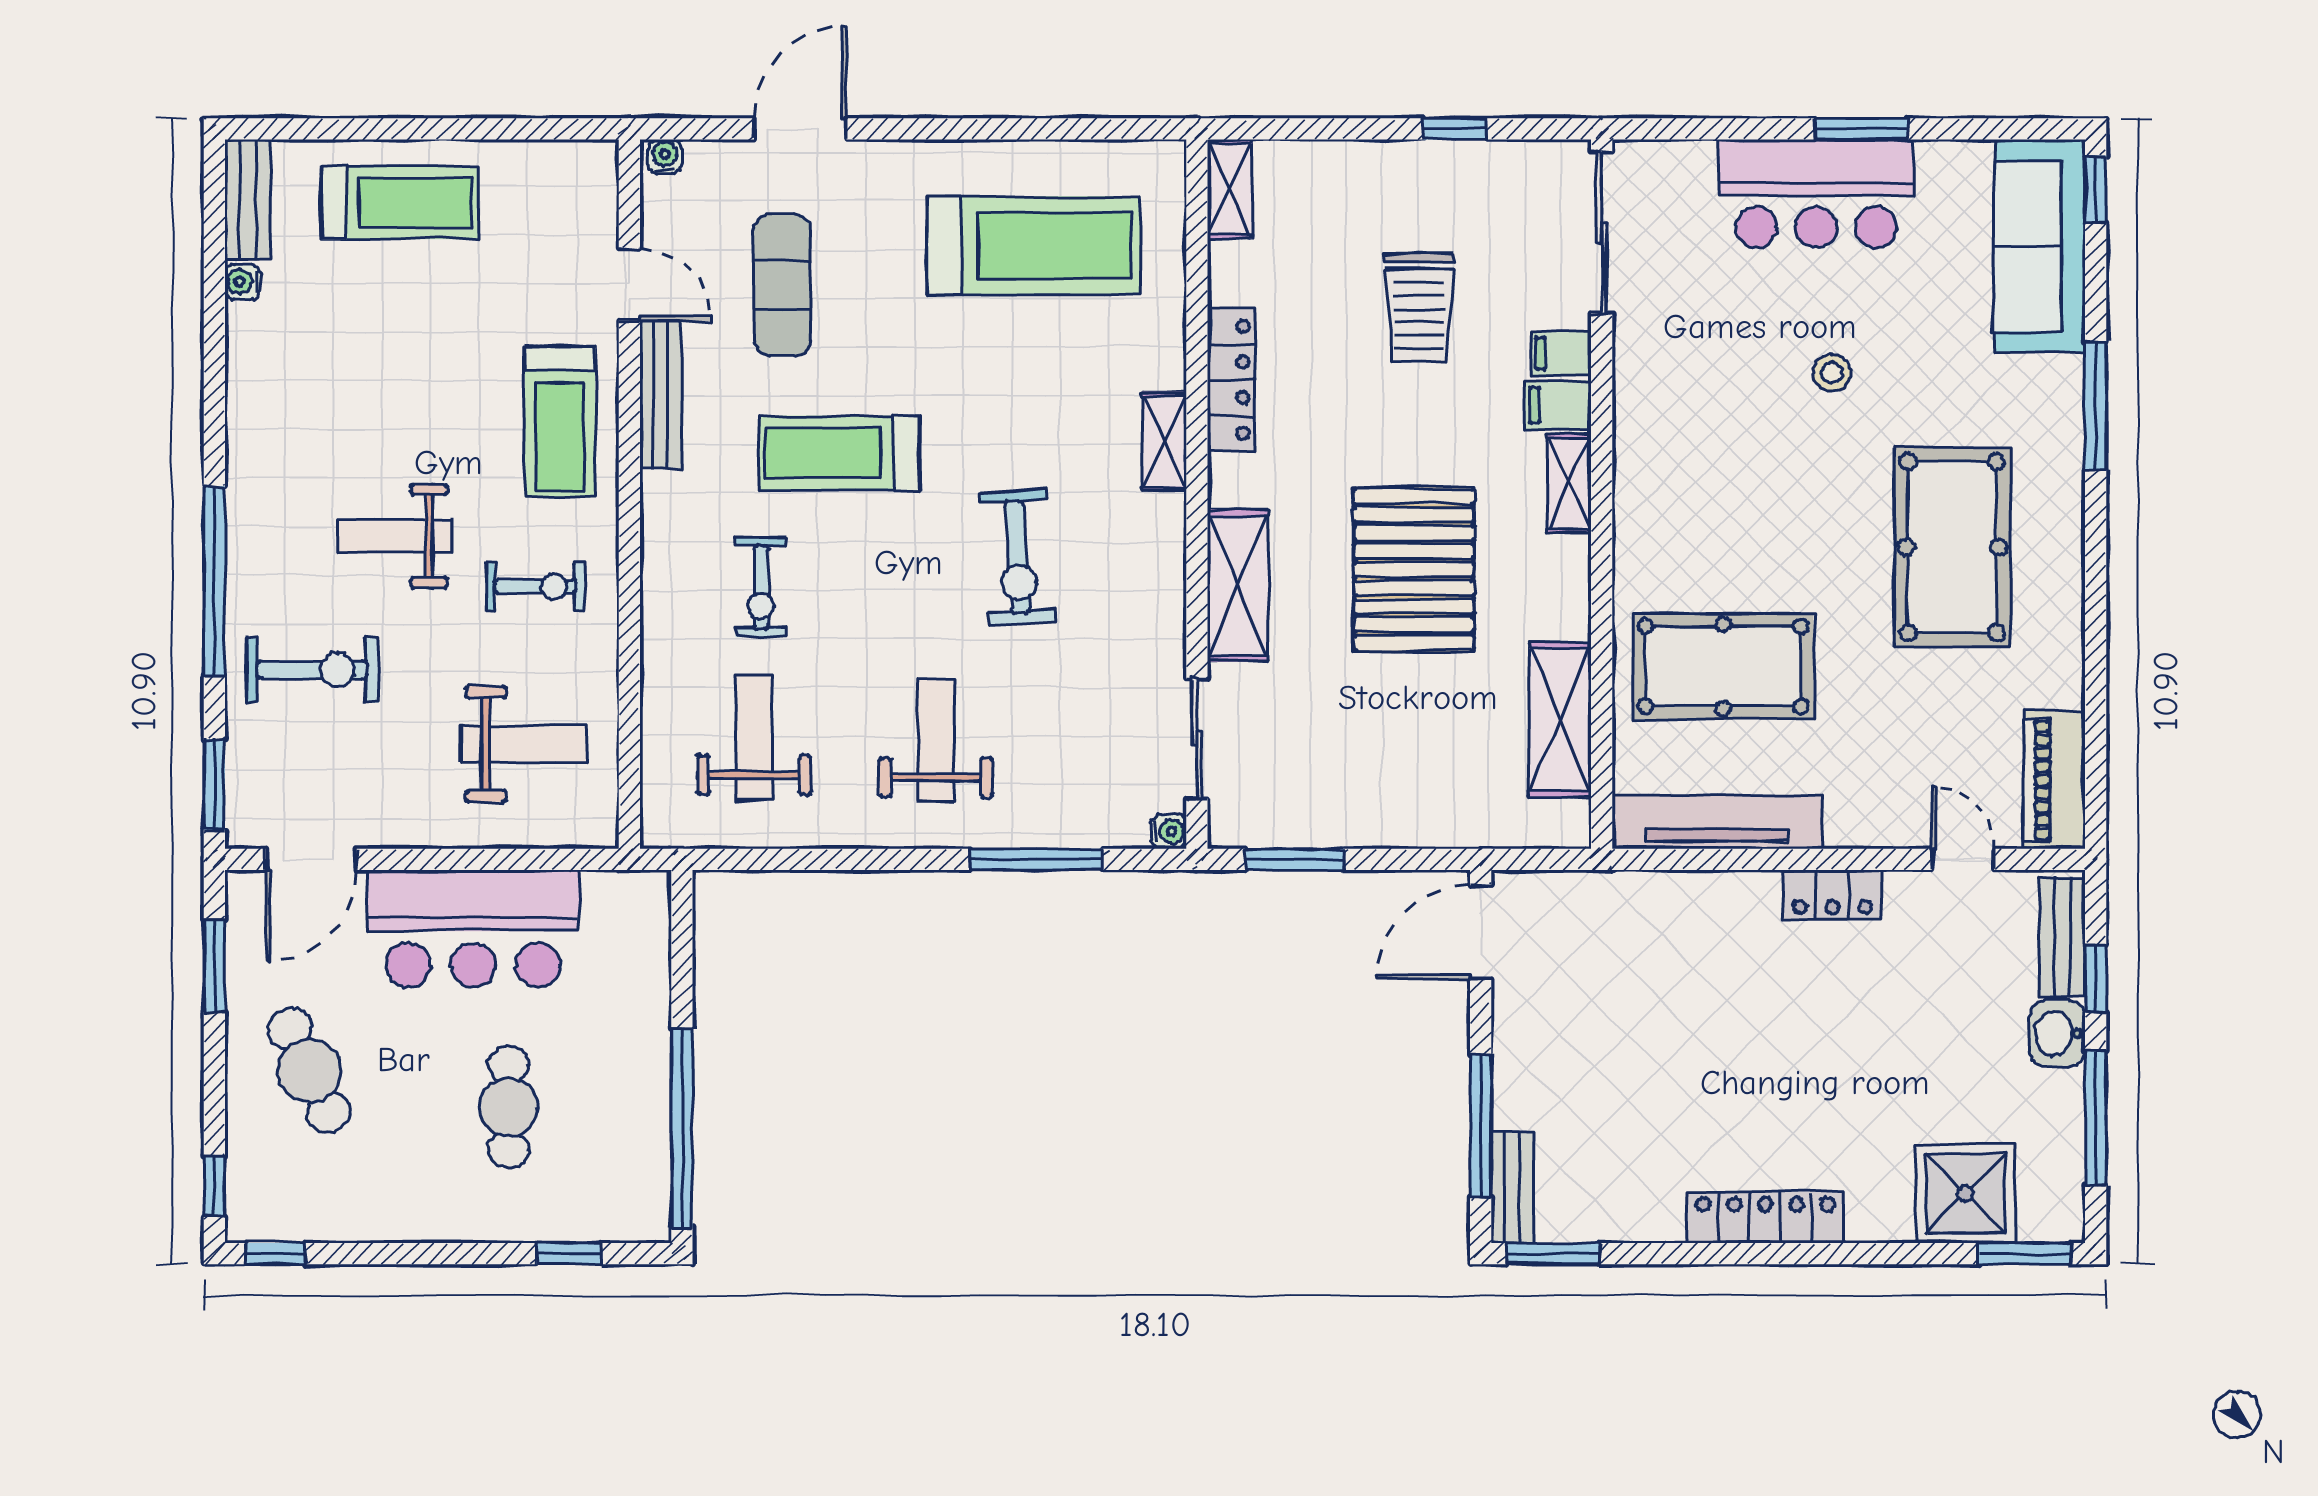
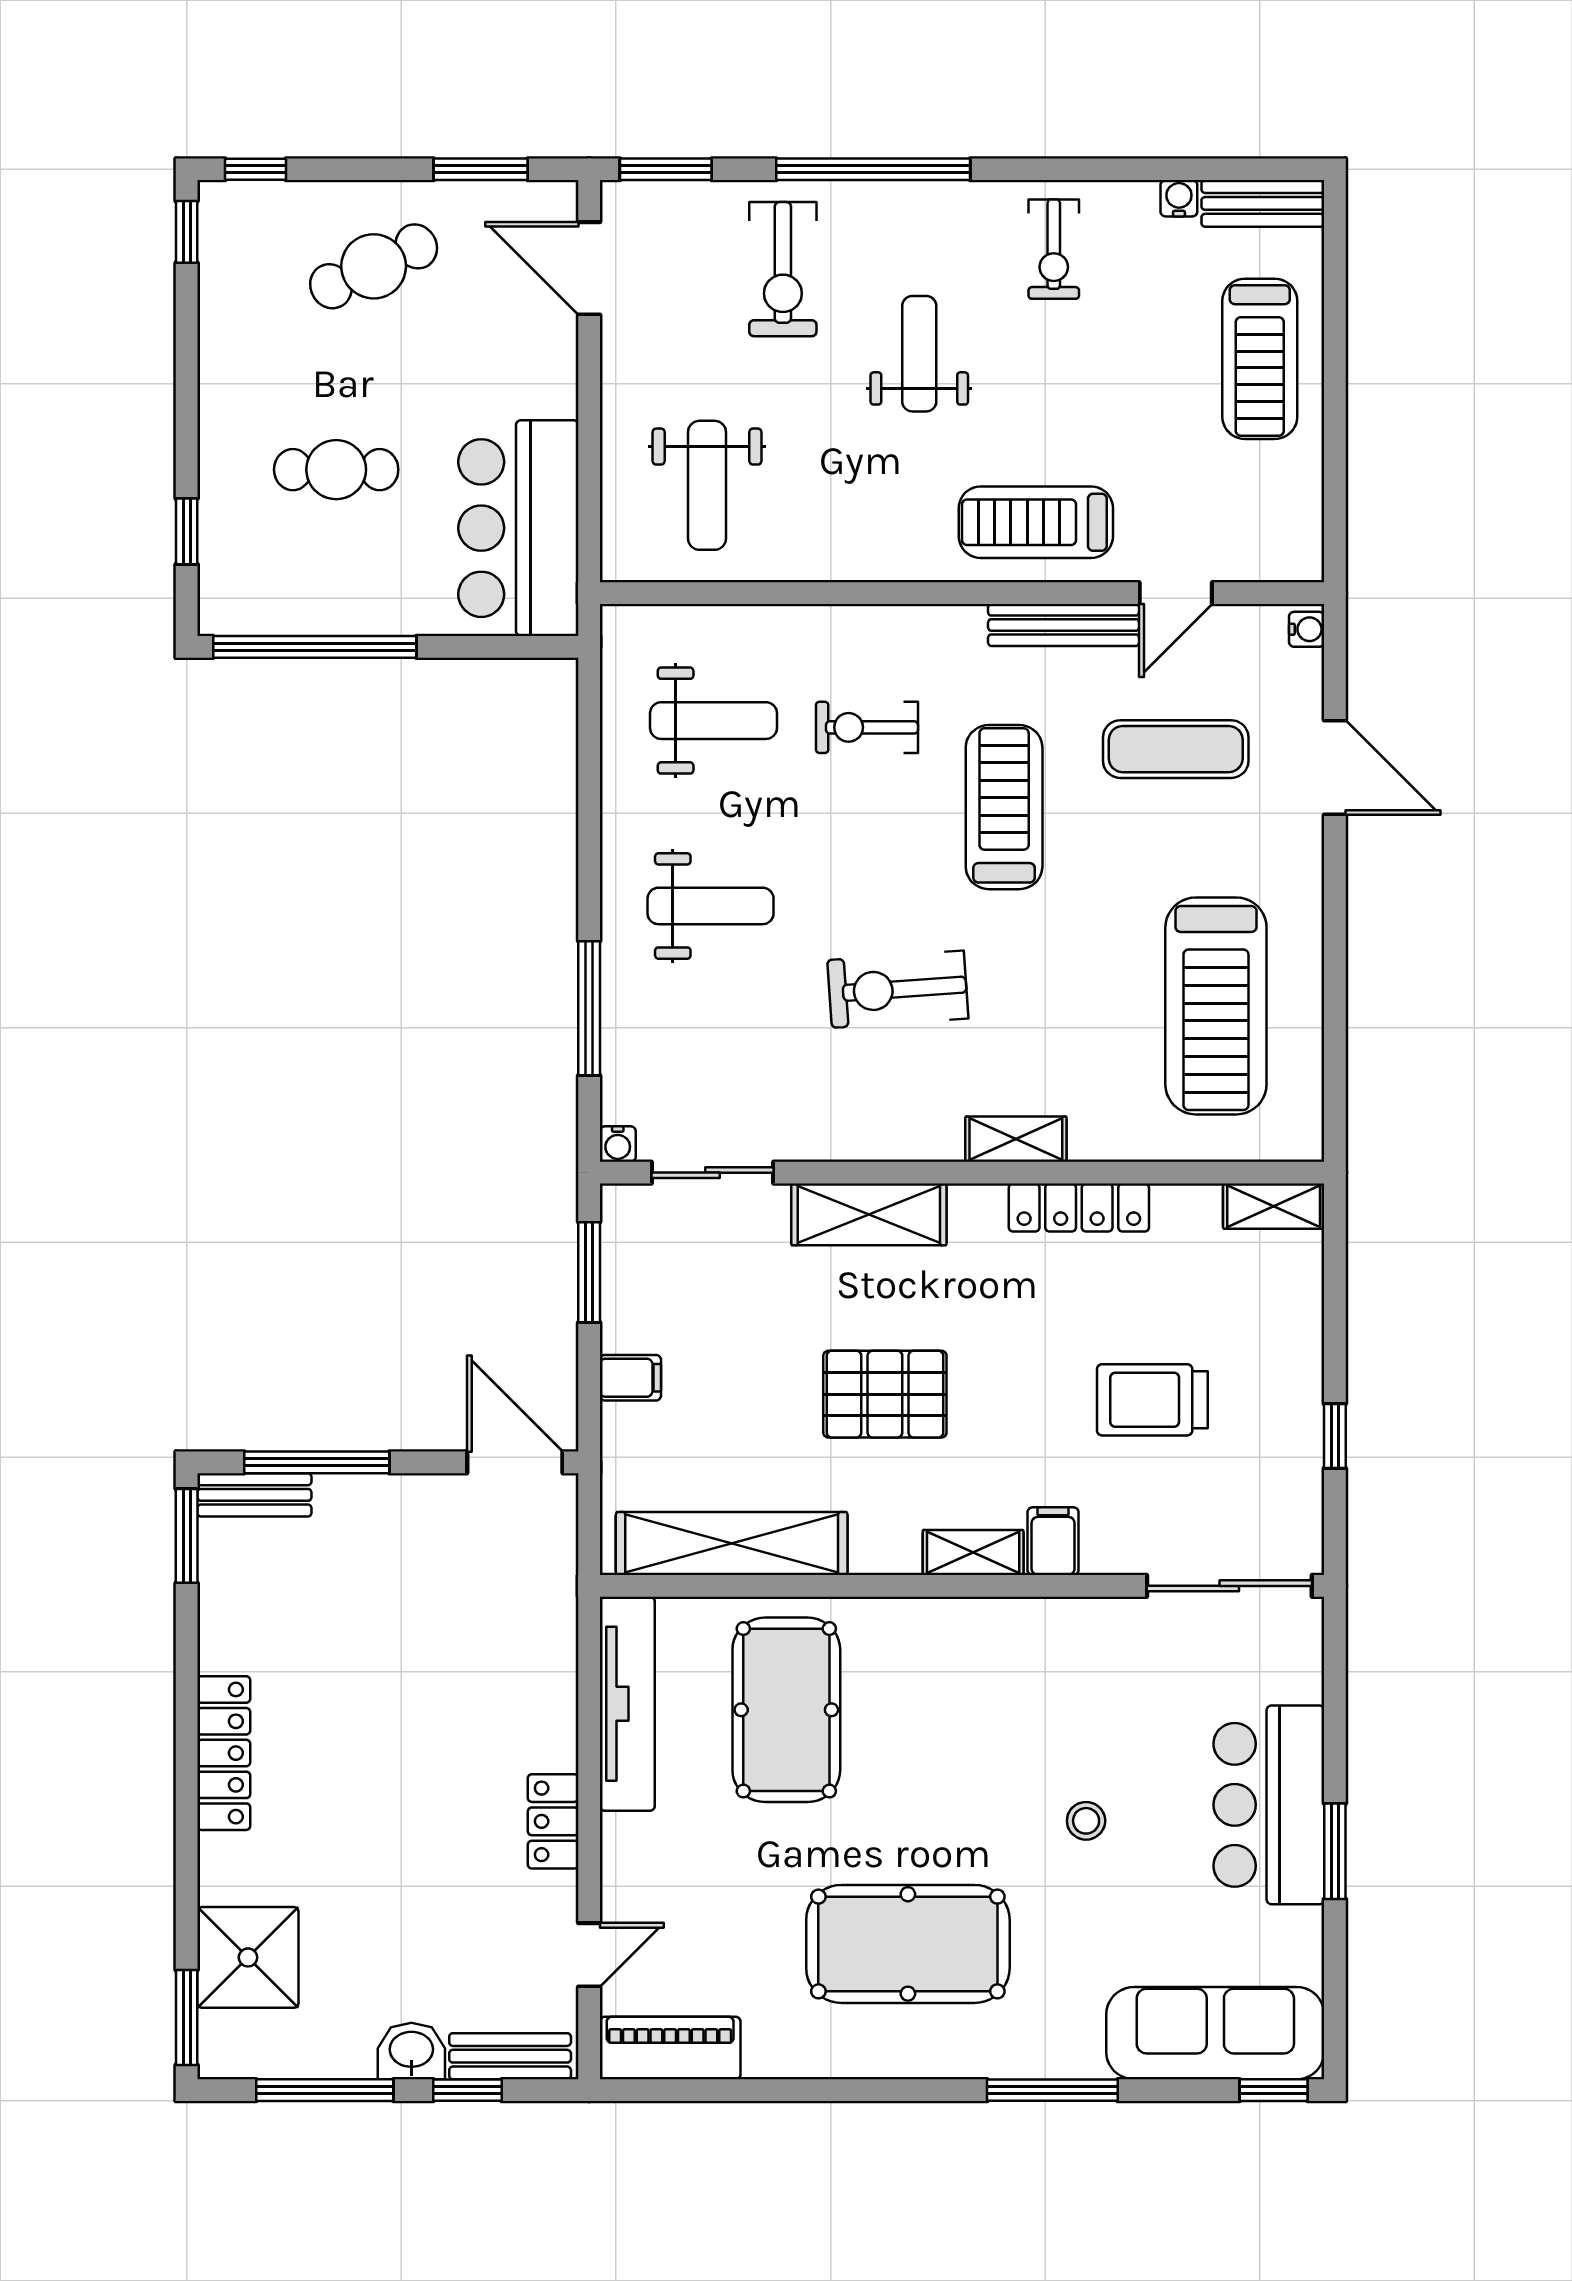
filing cabinet: (1561, 354) -> (630, 1378), moved, turned 90
pallet: (1414, 570) -> (885, 1394), width x0.73, depth x0.71
exercise bike: (535, 587) -> (1054, 249), moved
shelving: (1560, 720) -> (732, 1543), width x1.47
bar counter: (473, 929) -> (518, 528), moved

